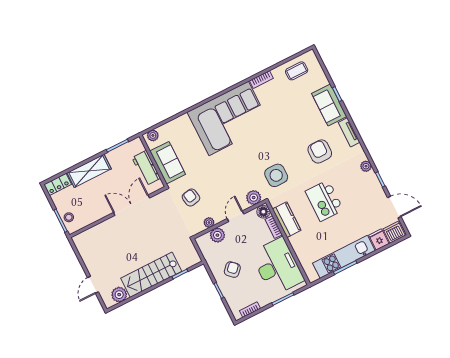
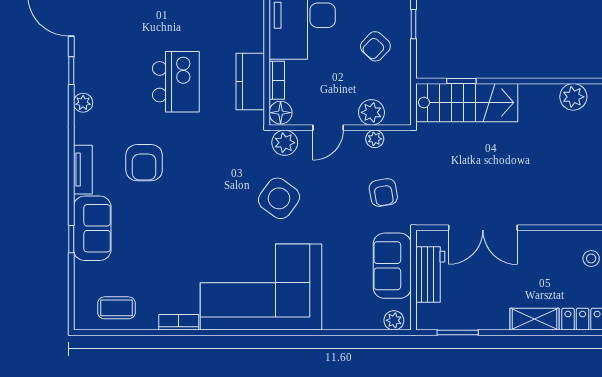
shelving: (89, 171) -> (534, 319), width x0.67, depth x0.75
side table: (276, 175) -> (279, 198), moved, turned 36
stairs: (151, 275) -> (467, 103), moved

